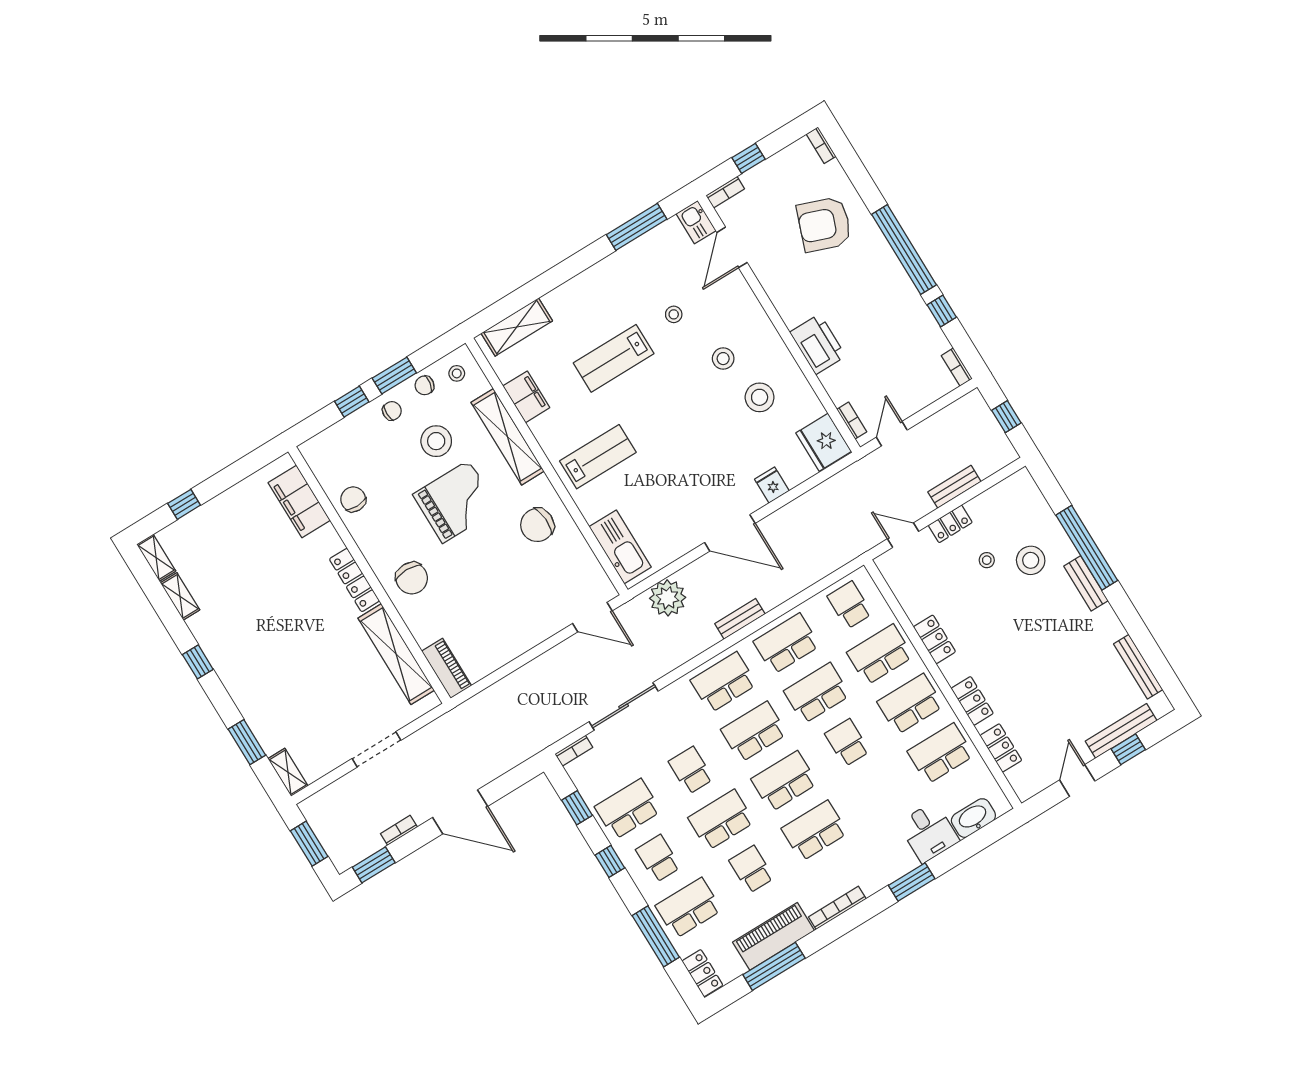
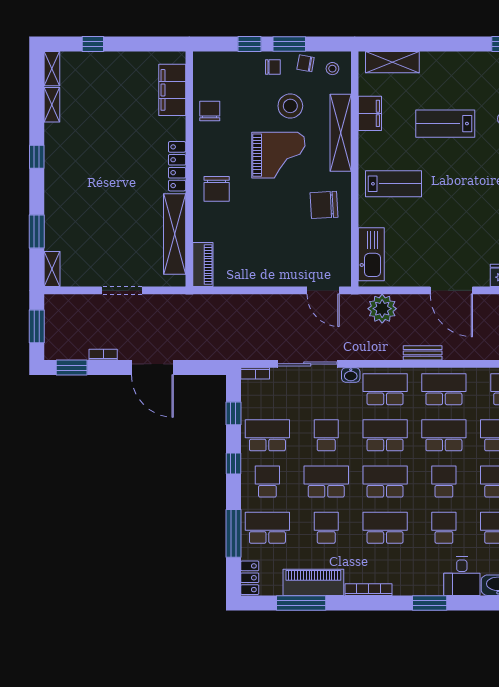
washbasin: (677, 690) -> (351, 375), added
school desk: (878, 792) -> (444, 528), added

